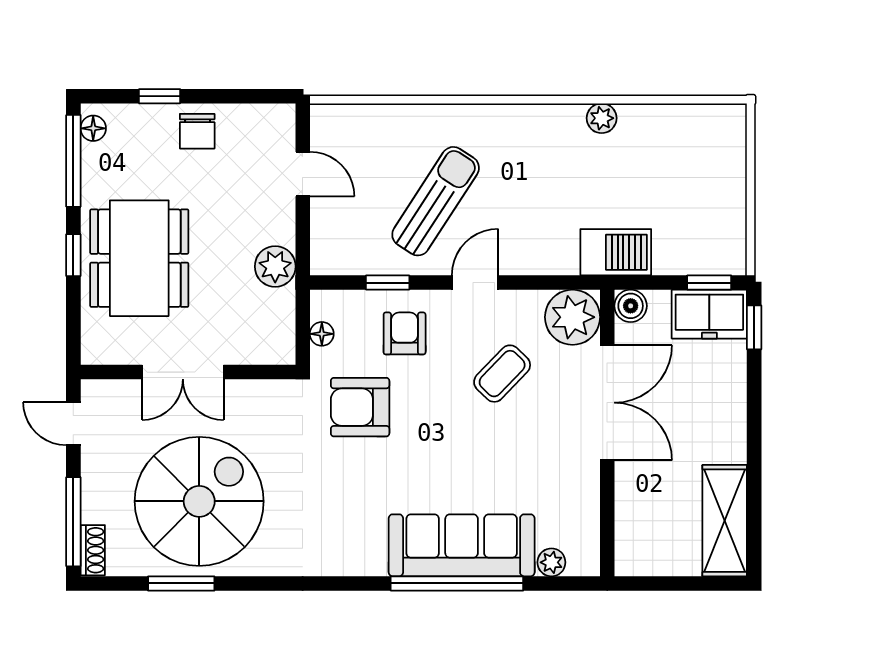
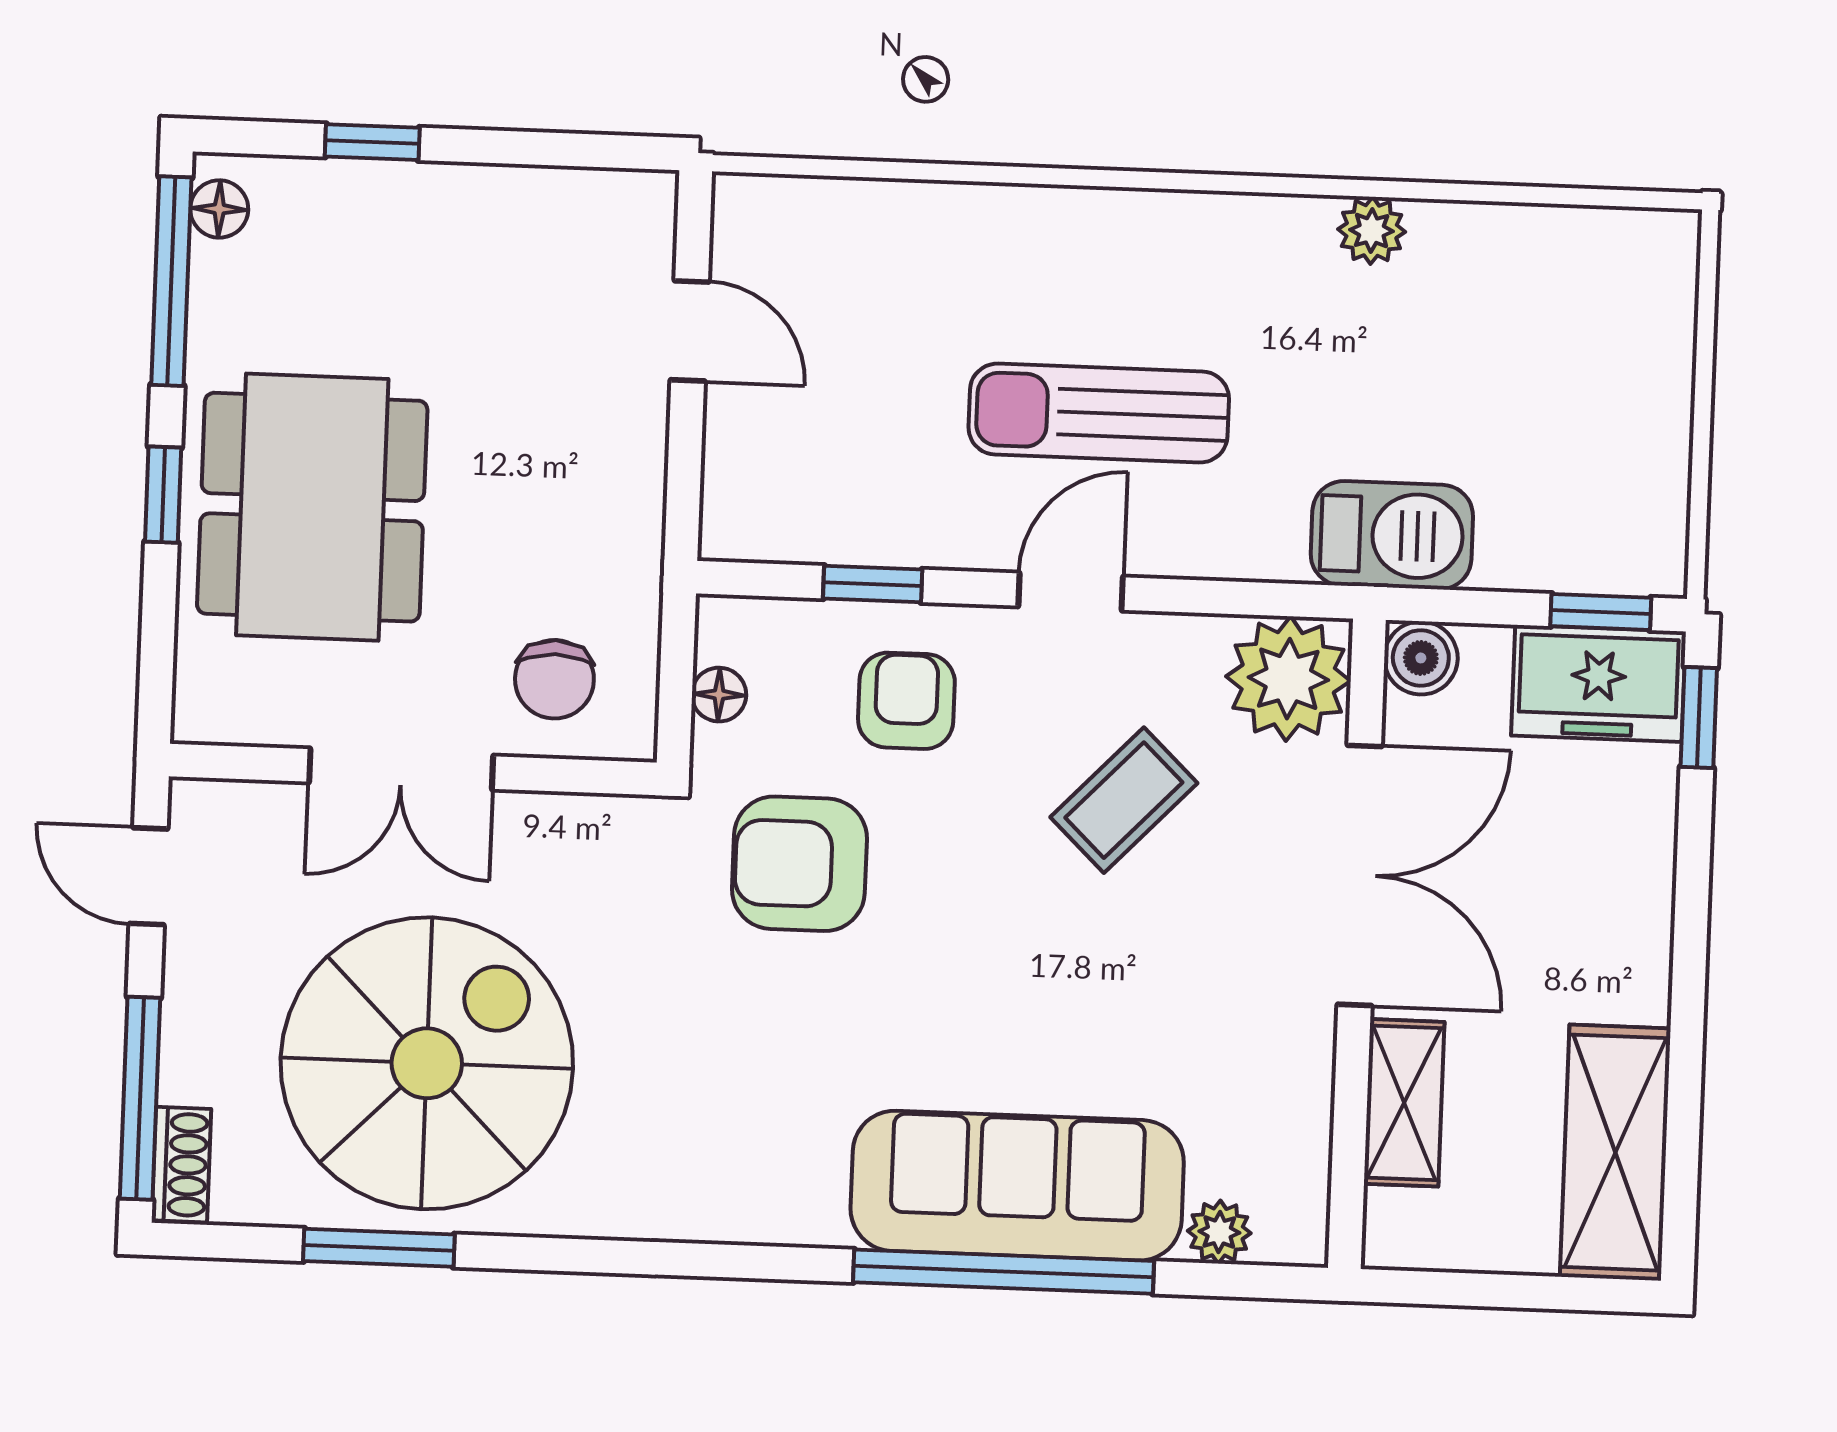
chair: (197, 131) -> (554, 679), moved
sun lounger: (436, 201) -> (1099, 413), moved, turned -123
plant: (275, 266) -> (619, 538), removed
shelving: (631, 502) -> (1404, 1103), added

